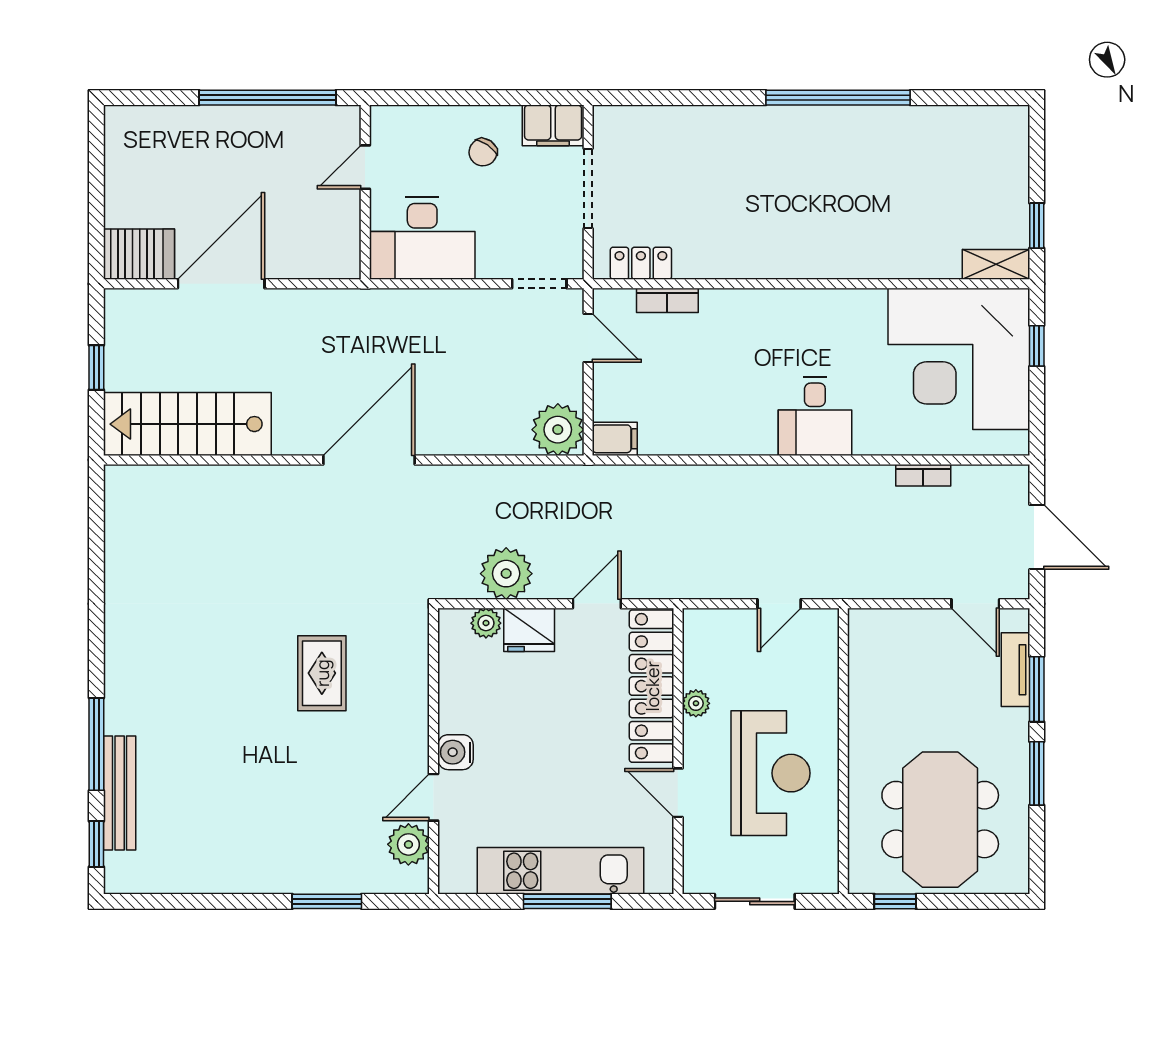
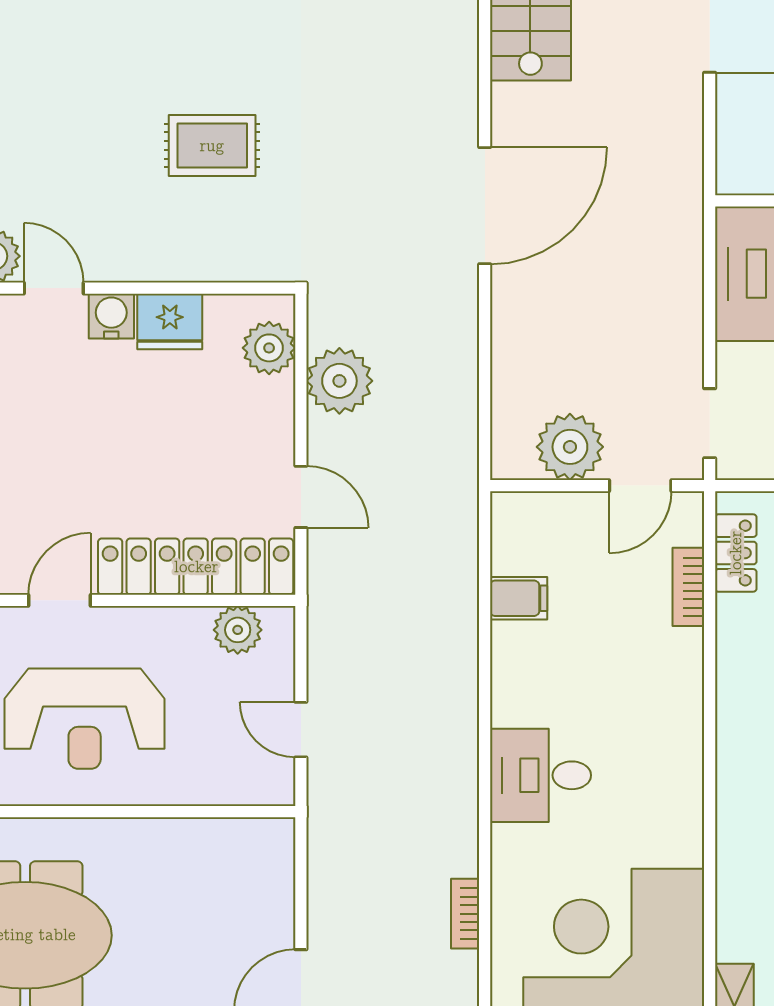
plant: (558, 430) -> (570, 447), moved
filing cabinet: (615, 439) -> (519, 598), moved, turned -90
door: (369, 460) -> (485, 206), hinge flipped
plant: (486, 623) -> (269, 348), width x1.38, depth x1.38
fridge: (529, 630) -> (170, 322), moved, turned -90
plant: (696, 703) -> (238, 630), moved, width x1.38, depth x1.38

